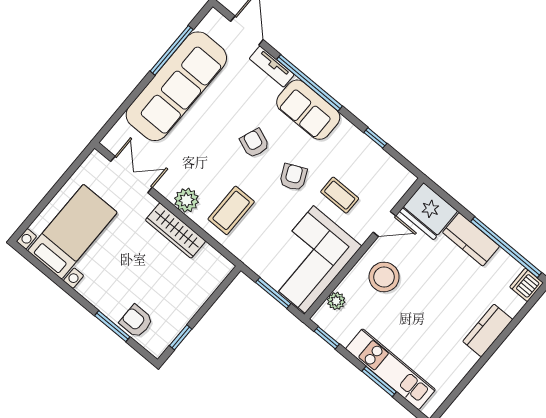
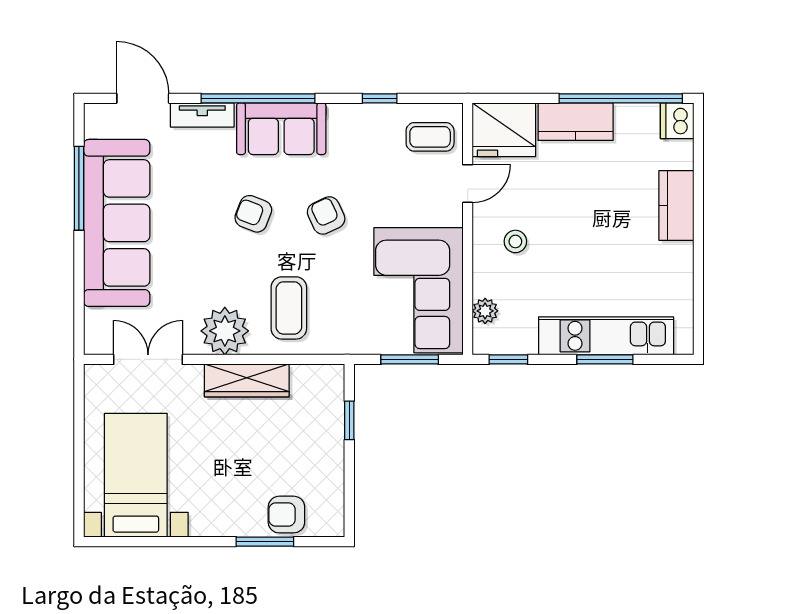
coffee table: (340, 195) -> (430, 137), moved
plant: (187, 200) -> (225, 331), width x1.36, depth x1.36
stool: (384, 277) -> (515, 241), width x0.53, depth x0.53
window: (181, 337) -> (349, 420), moved

